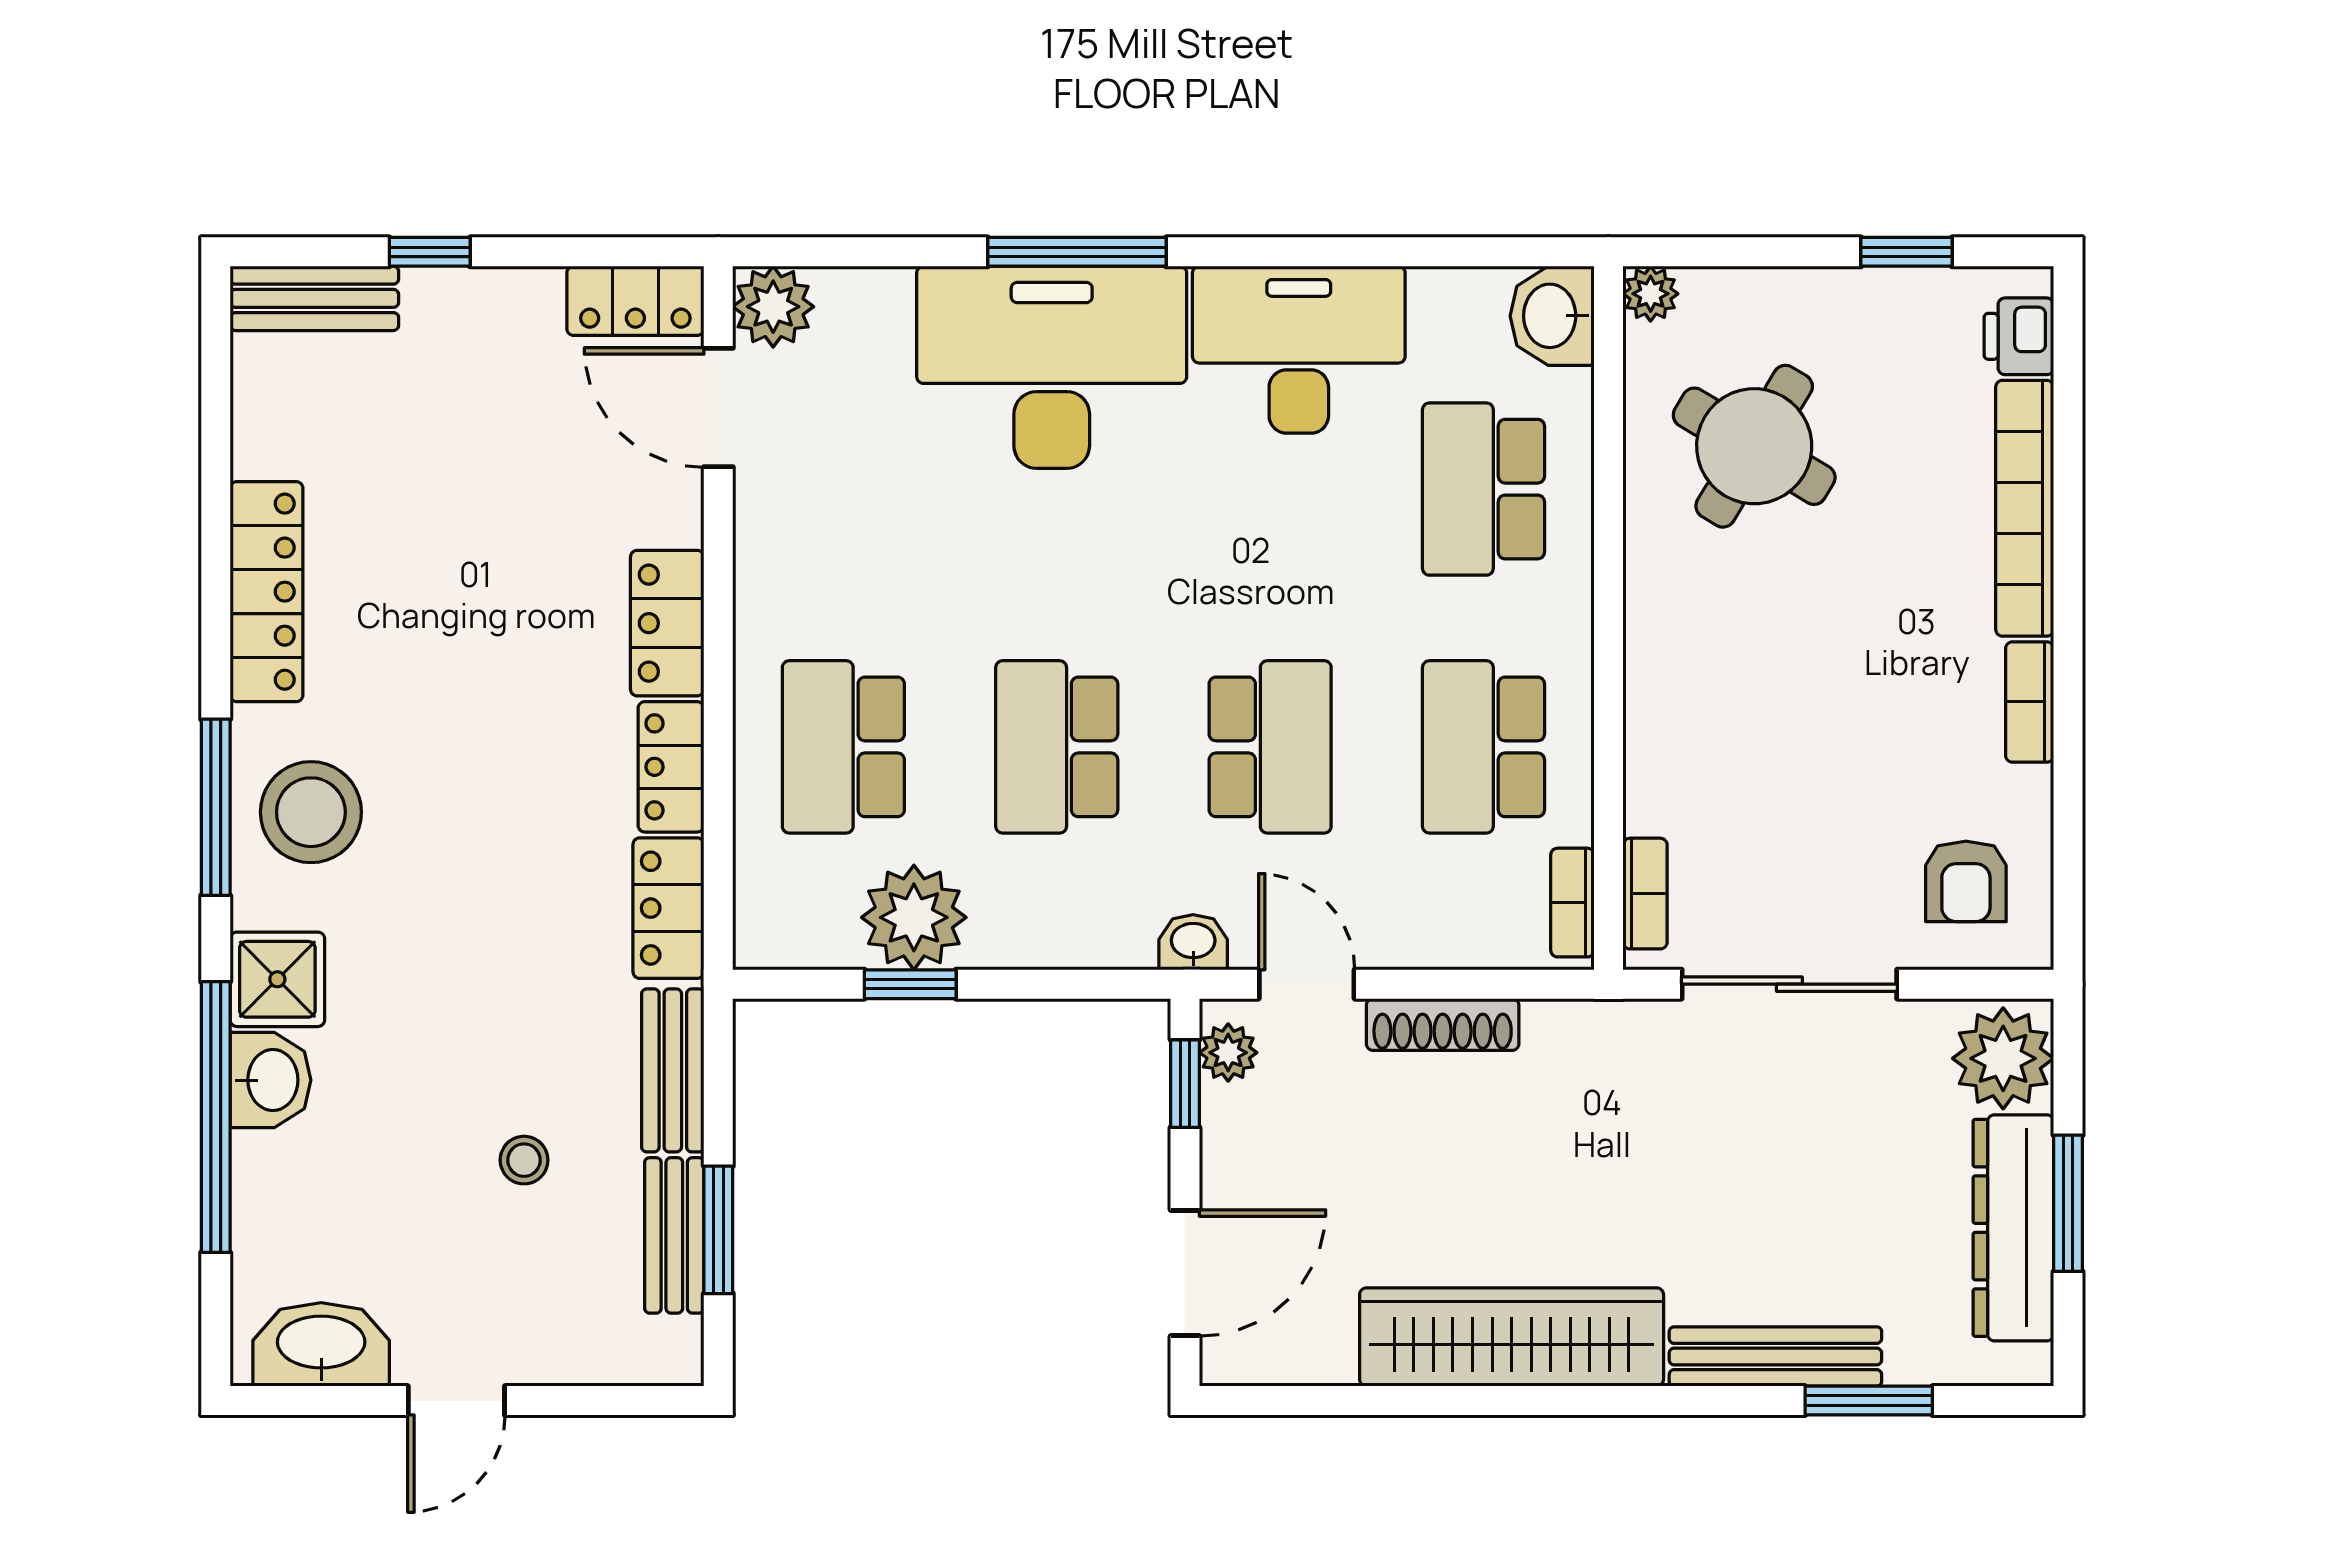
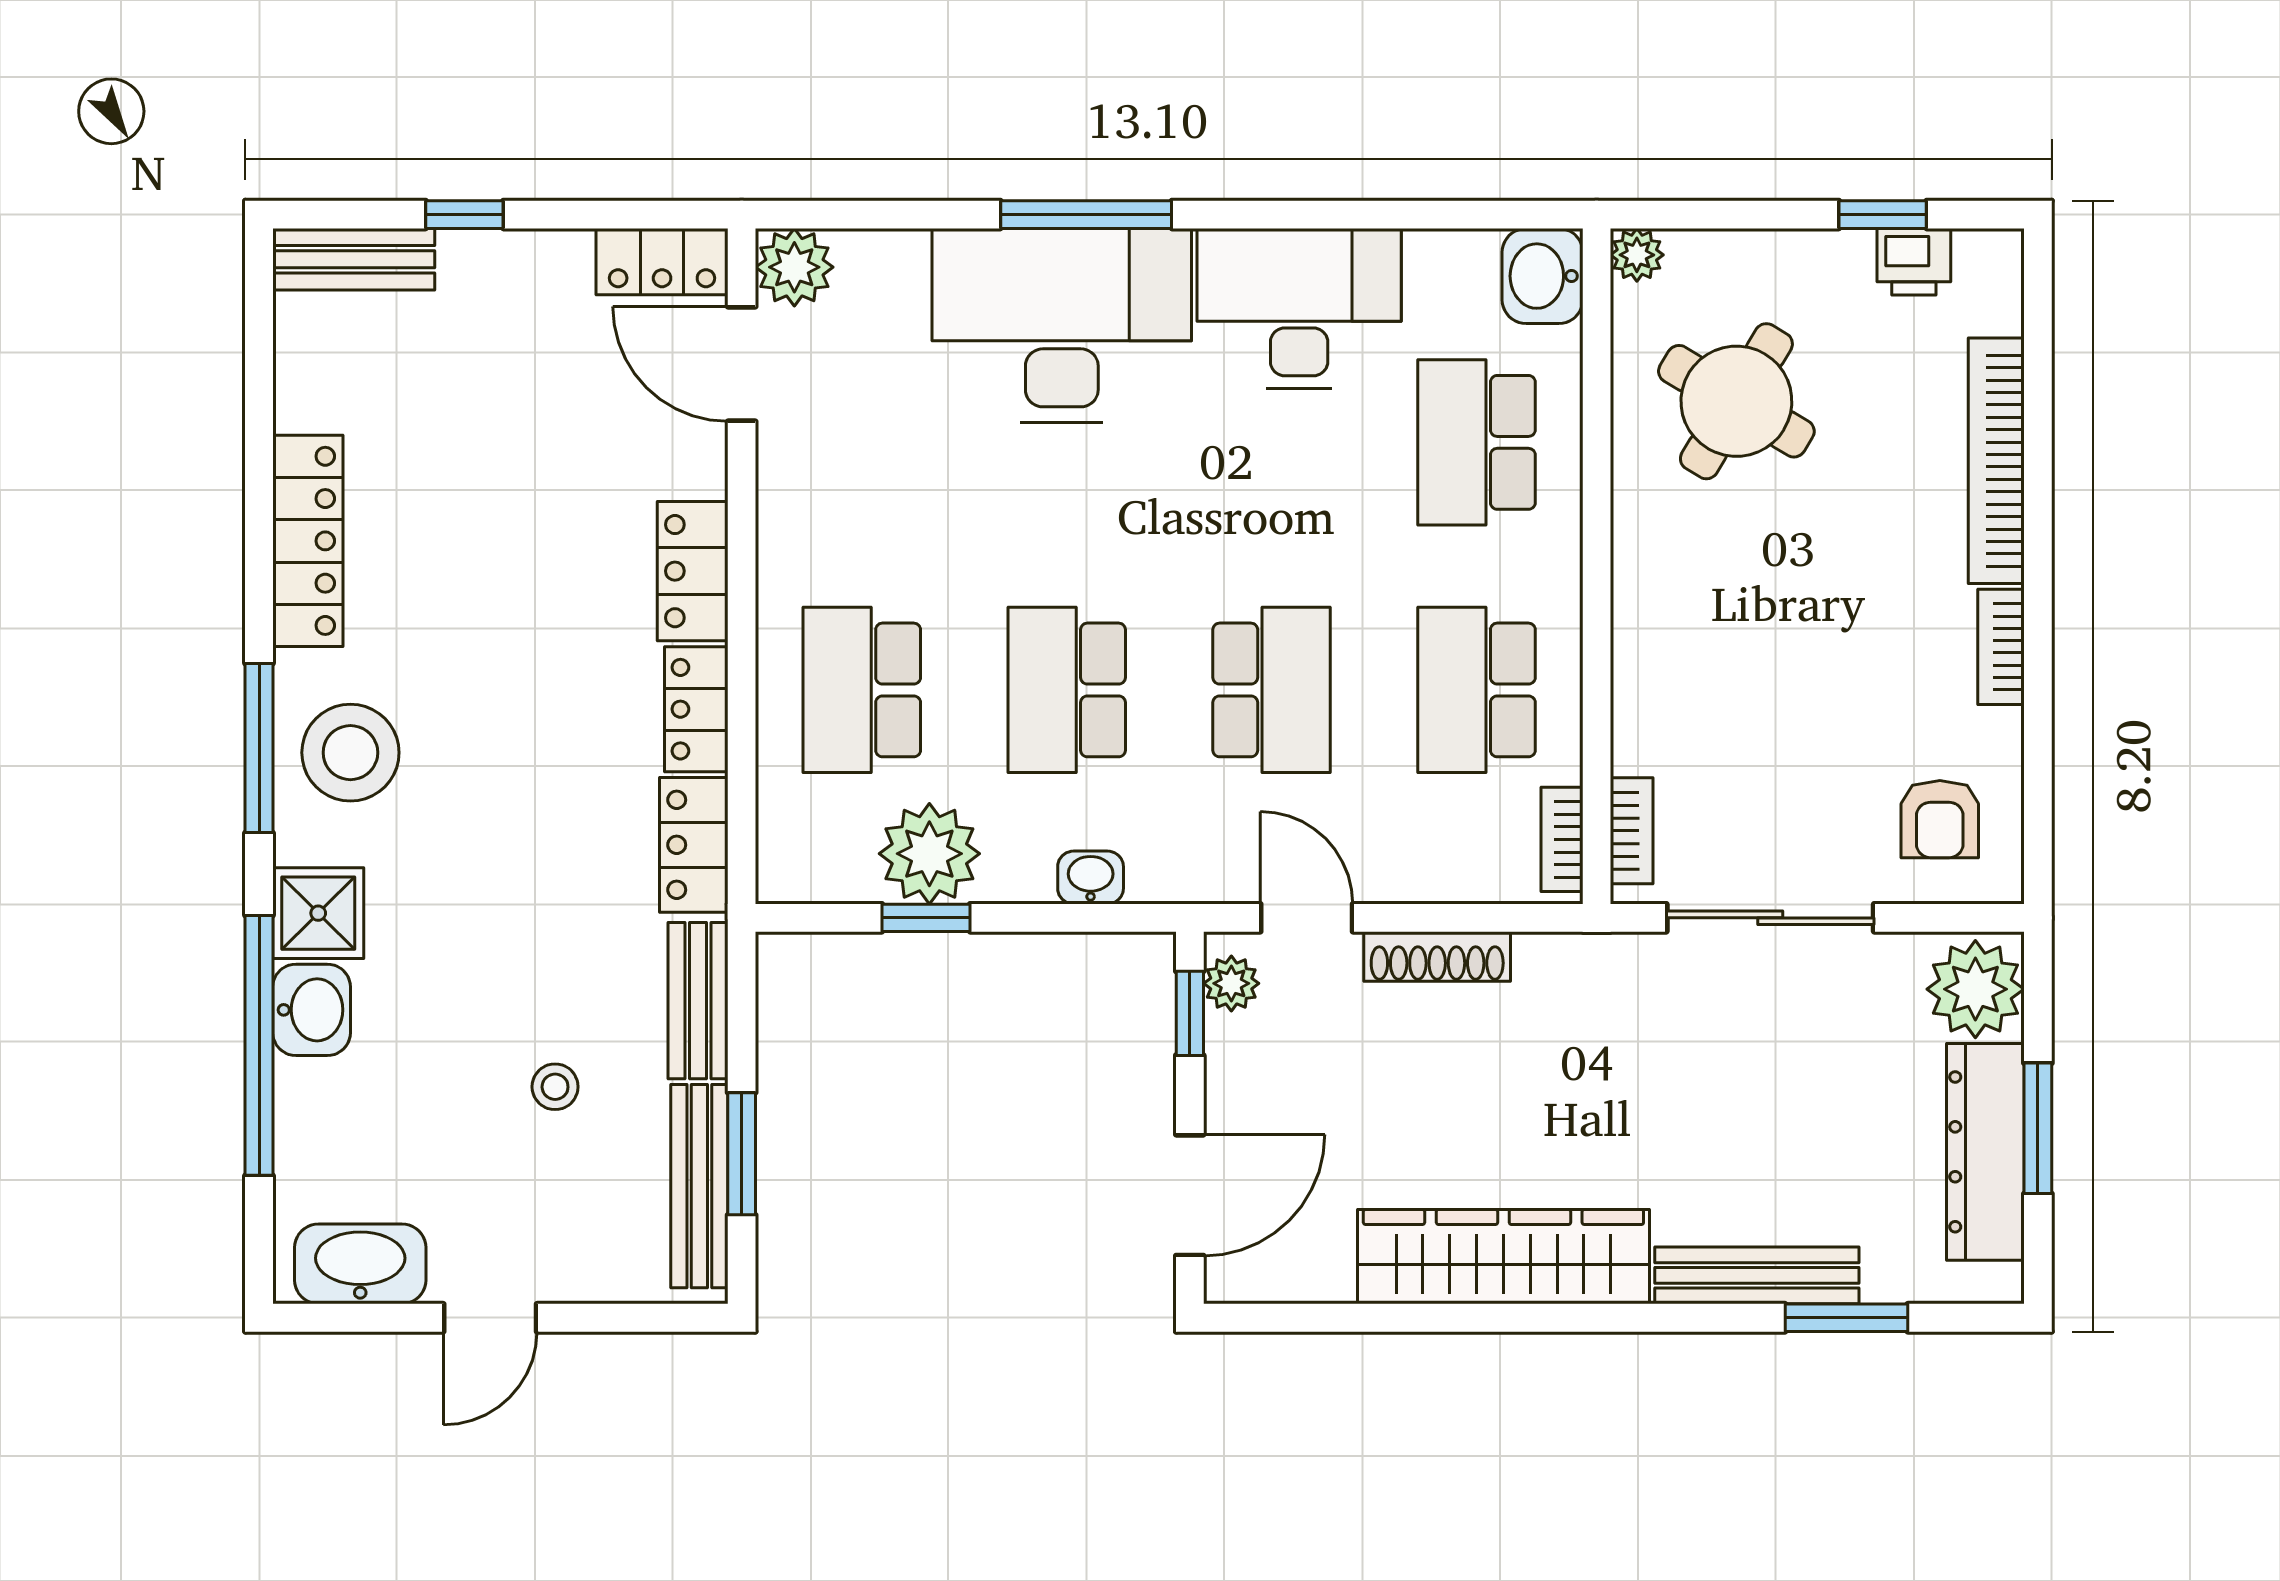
printer: (2019, 336) -> (1914, 262), moved, turned -90
washbasin: (1193, 942) -> (1091, 878), moved
bench: (674, 1235) -> (699, 1186), width x1.36

